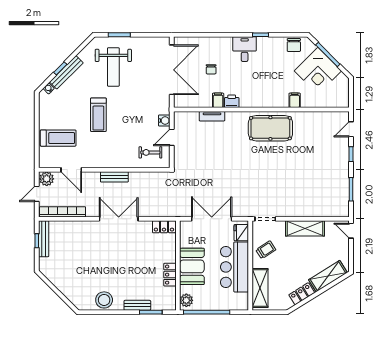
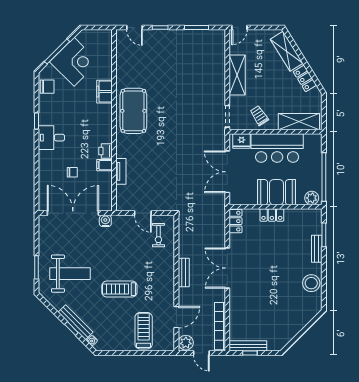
filing cabinet: (295, 100) -> (105, 92), width x2.00
treadmill: (98, 115) -> (119, 289), turned 180
water cooler: (164, 121) -> (105, 221), moved
locker: (170, 275) -> (272, 215), moved

